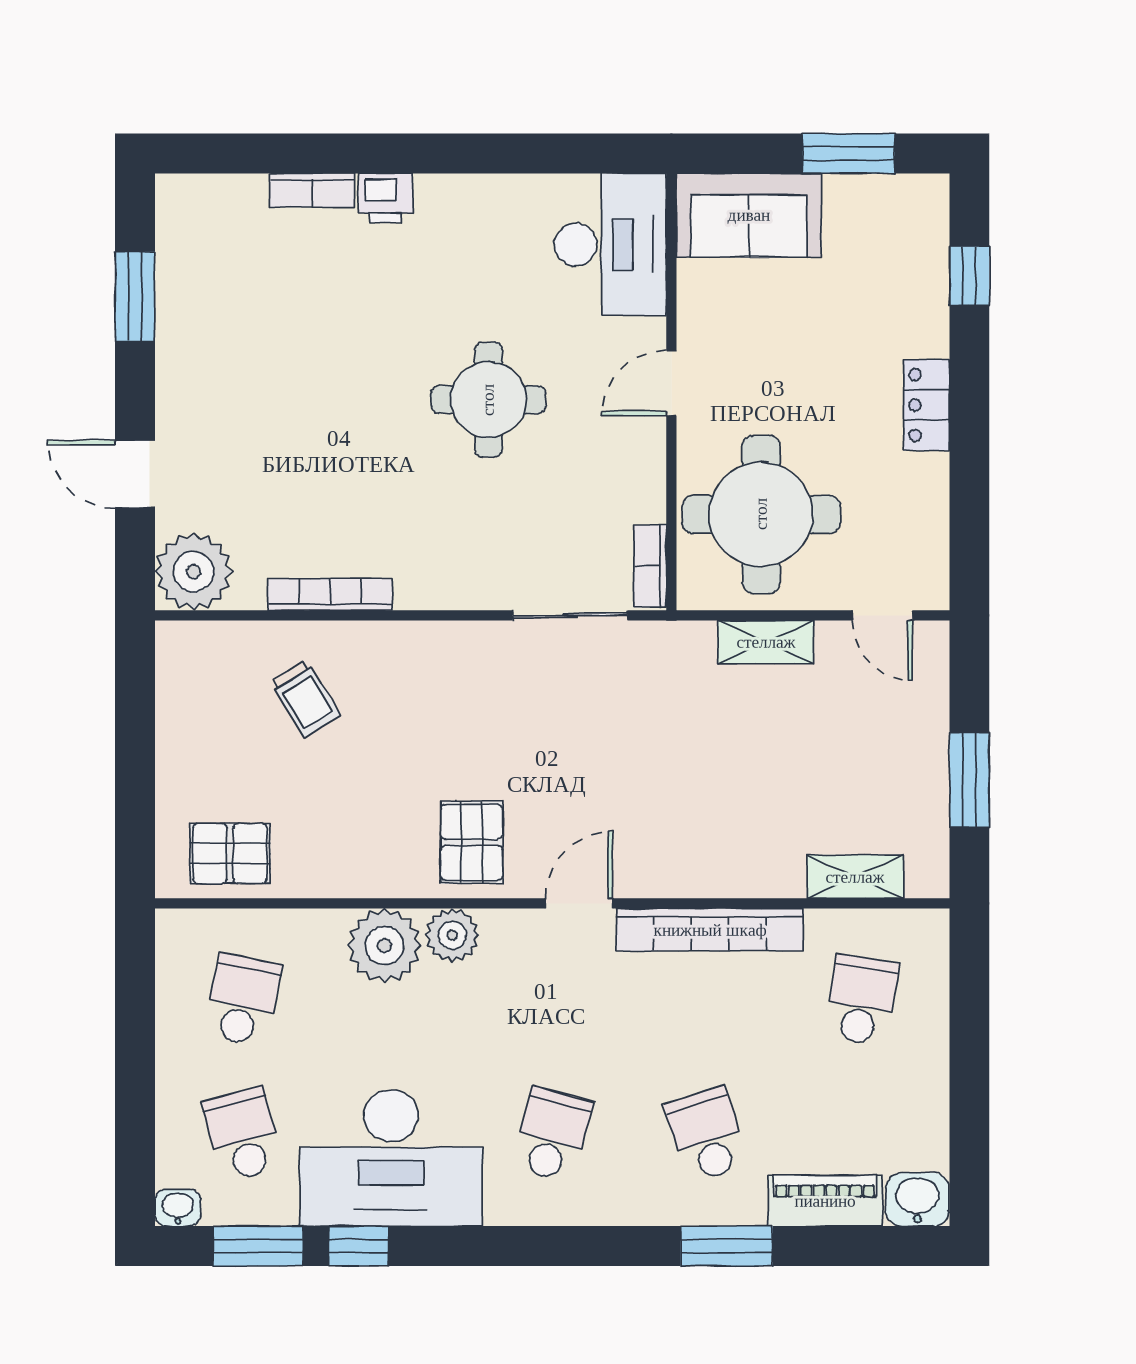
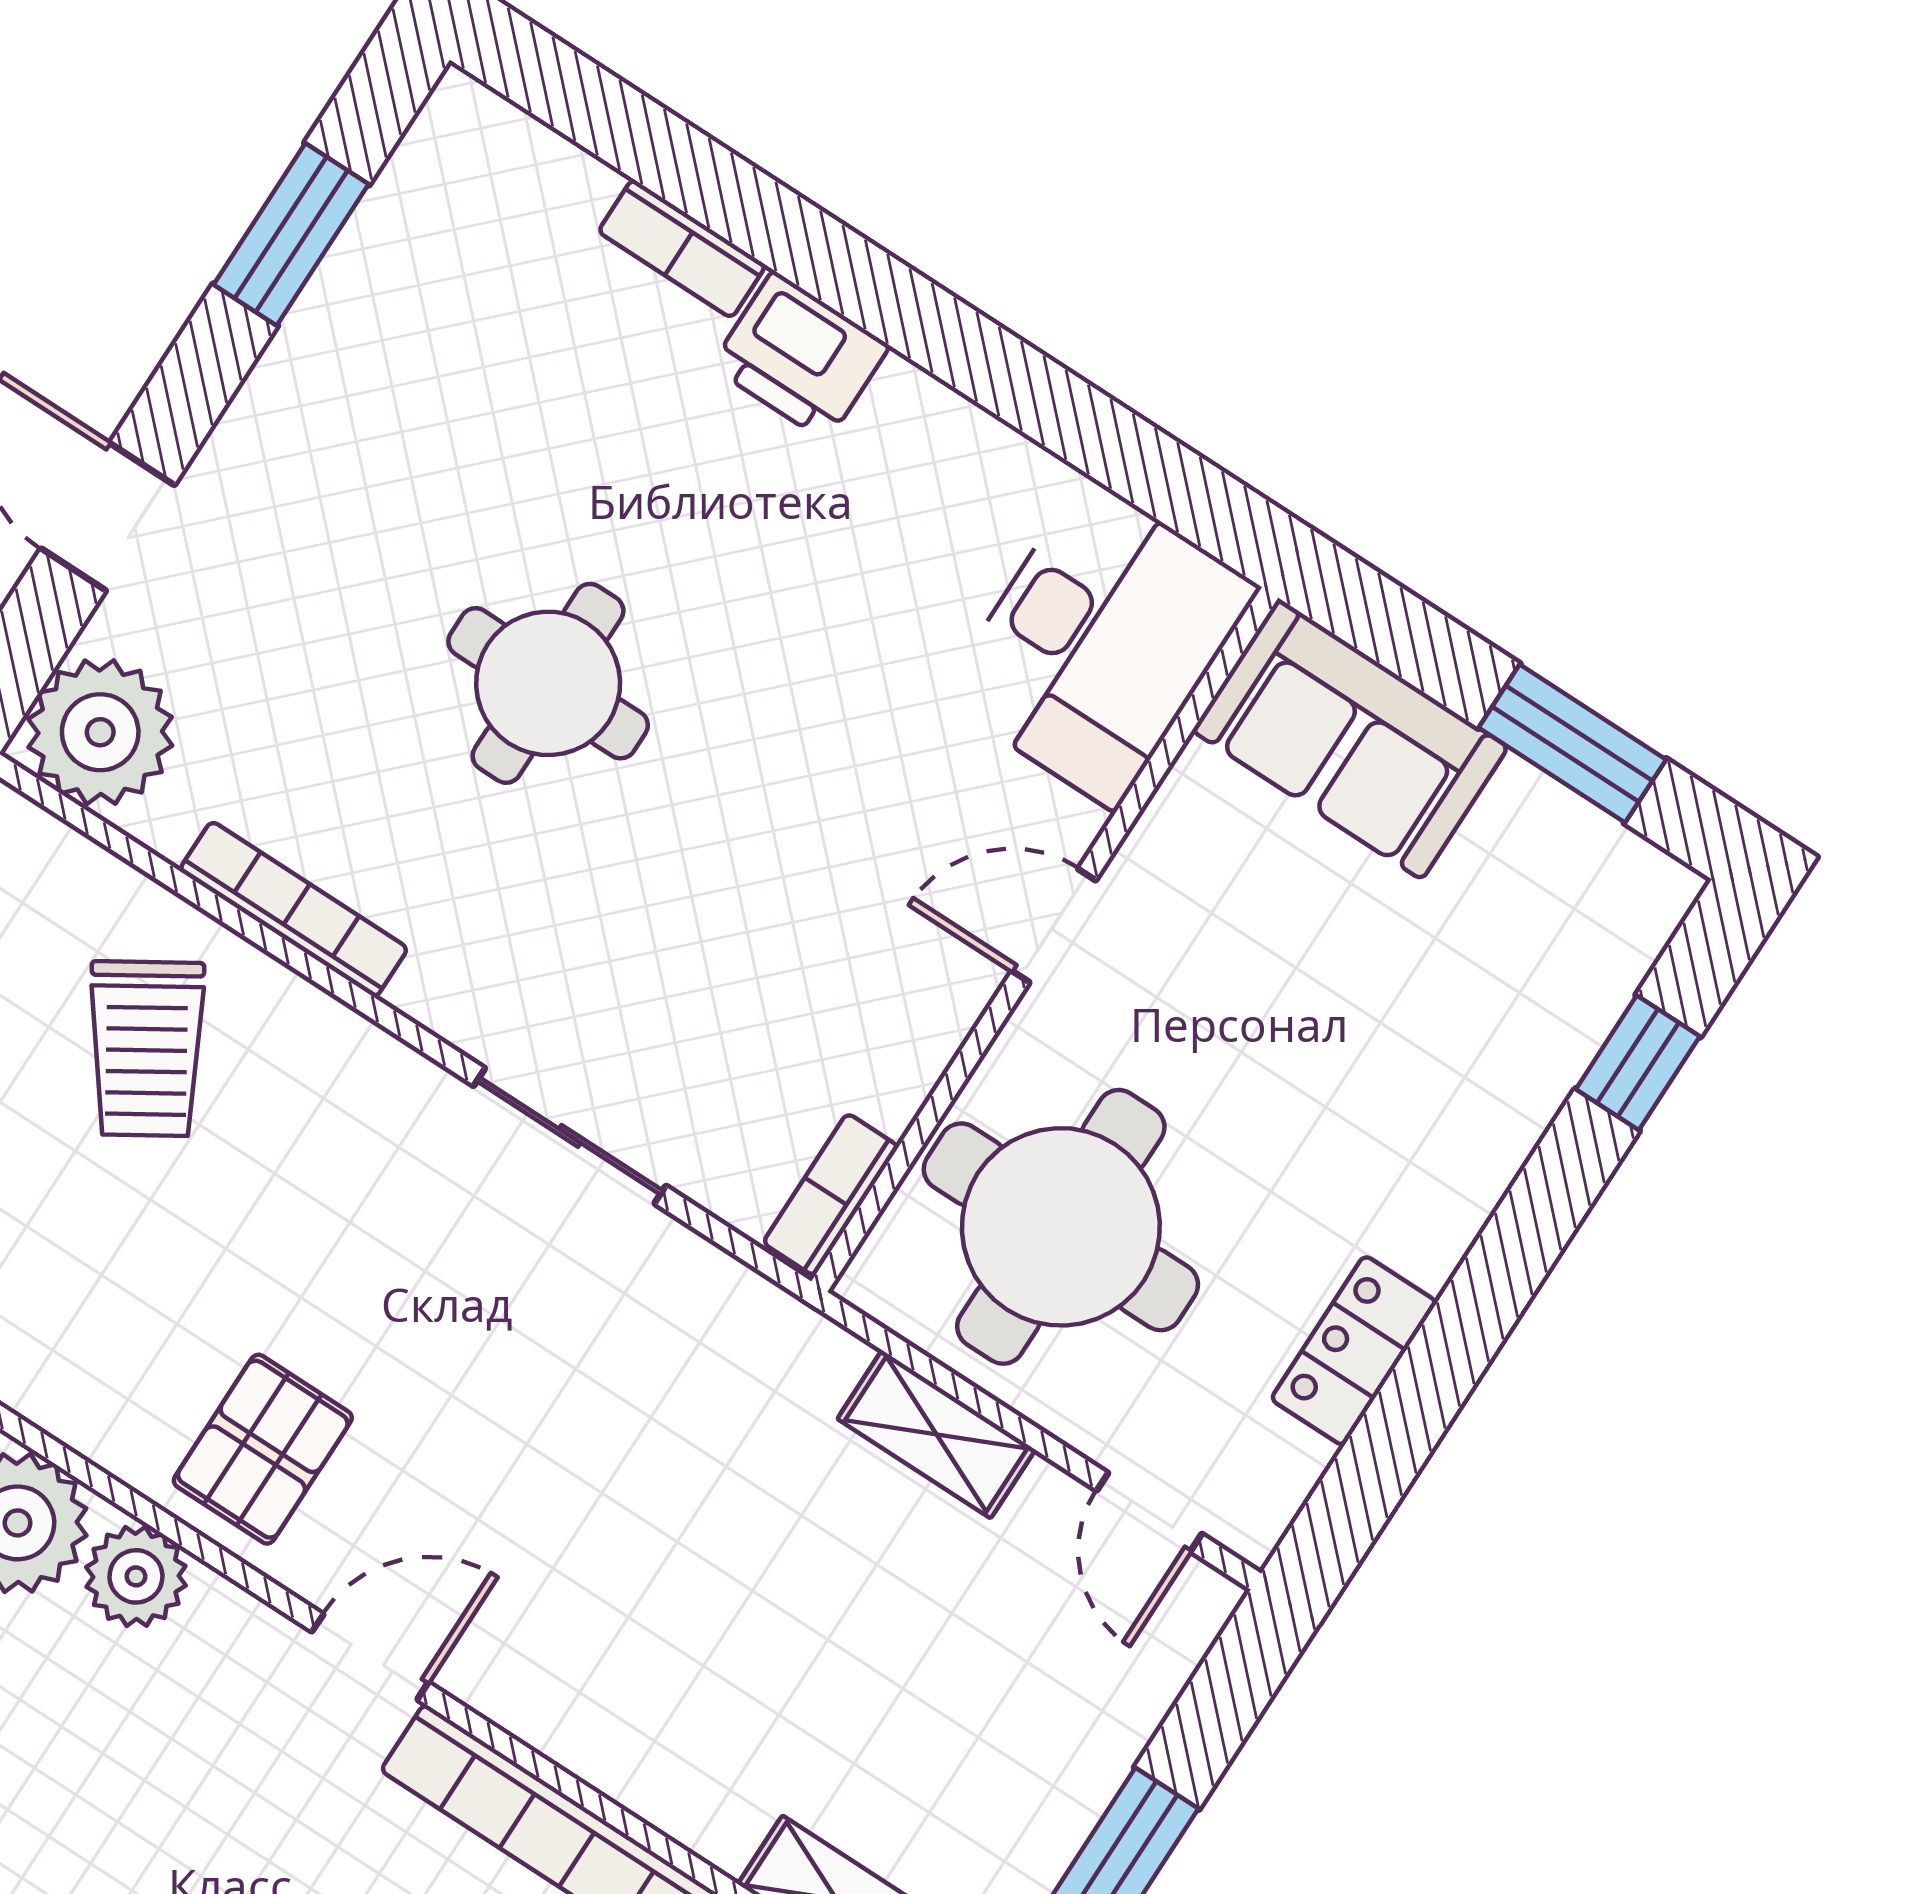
printer: (385, 198) -> (800, 356), width x1.36, depth x1.24
round table: (488, 400) -> (548, 683), moved
locker: (926, 405) -> (1354, 1351), moved
sliding door: (570, 615) -> (570, 1136), moved
trolley: (305, 698) -> (147, 1049), width x1.36, depth x1.39

